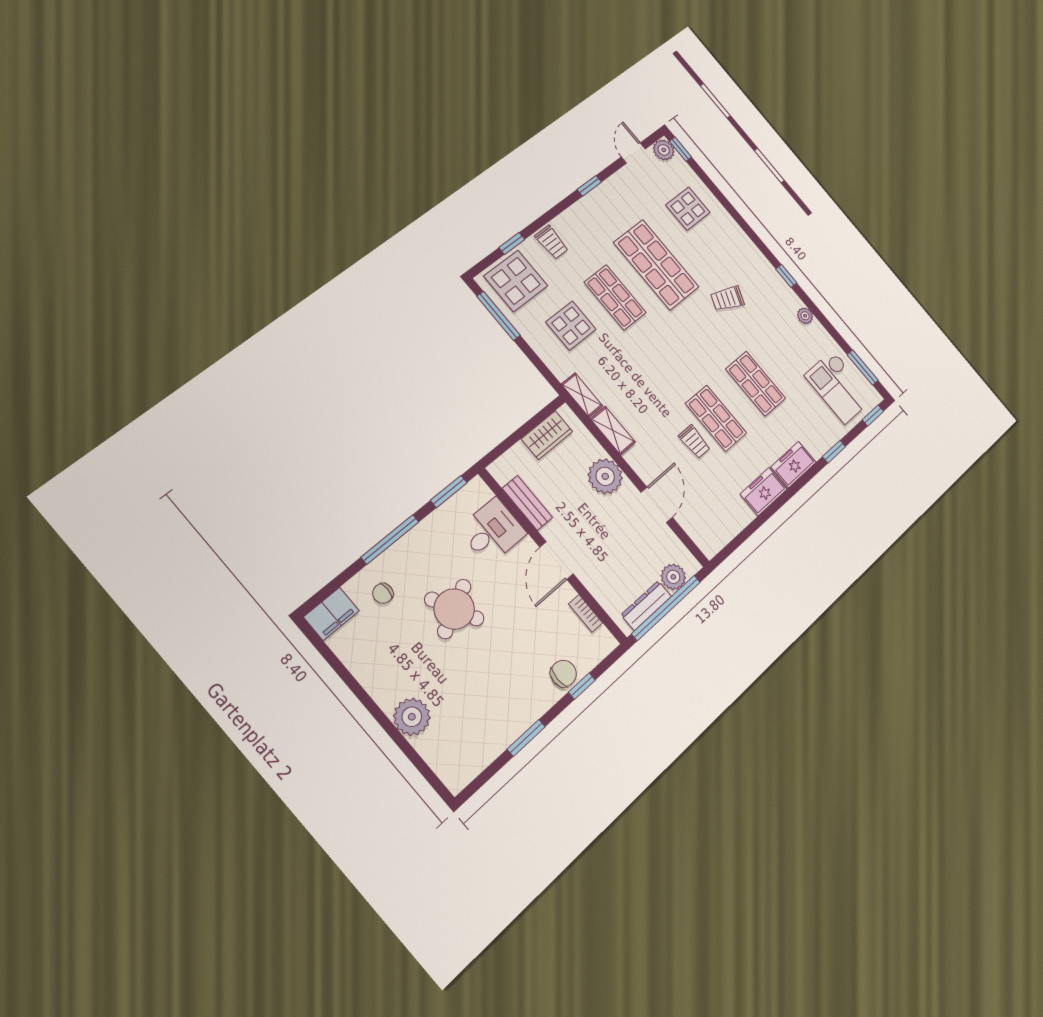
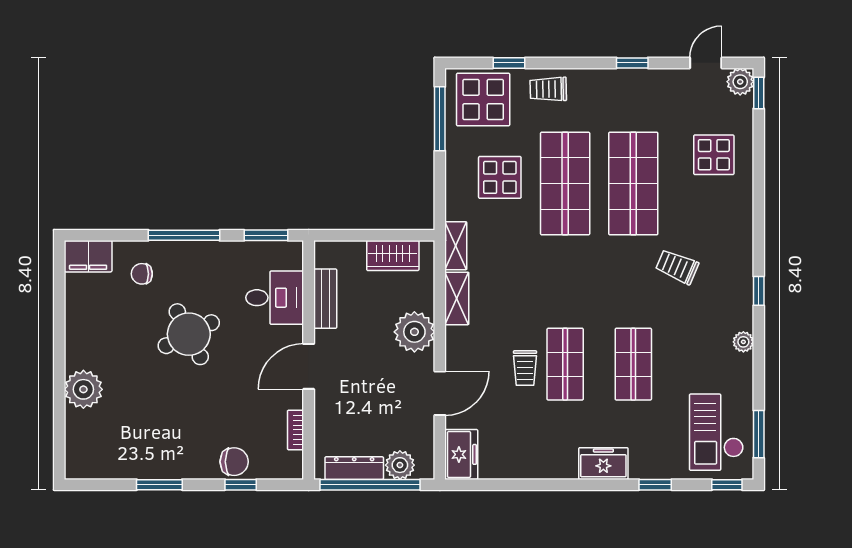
trolley: (552, 242) -> (548, 89), turned 89
shop shelf: (615, 297) -> (565, 183), width x1.43, depth x1.36
freezer: (764, 492) -> (461, 454), moved, turned 90

